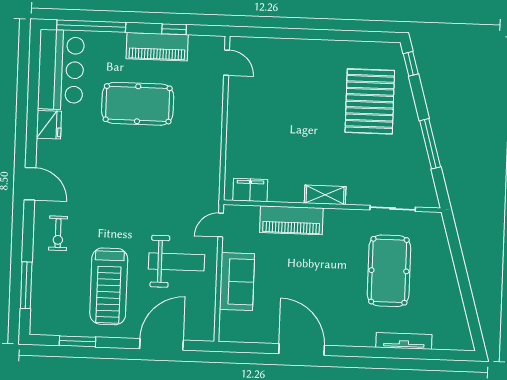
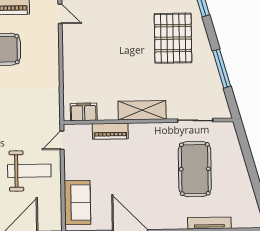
shelving: (325, 195) -> (142, 110), width x1.50, depth x1.33
piano: (291, 220) -> (110, 131), width x0.73, depth x0.75
sofa: (237, 282) -> (77, 202), moved

